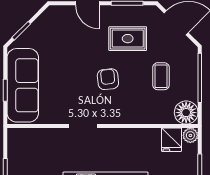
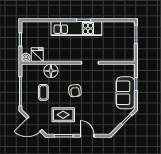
sofa: (23, 85) -> (125, 93), width x0.73
floor lamp: (186, 113) -> (51, 71), moved

